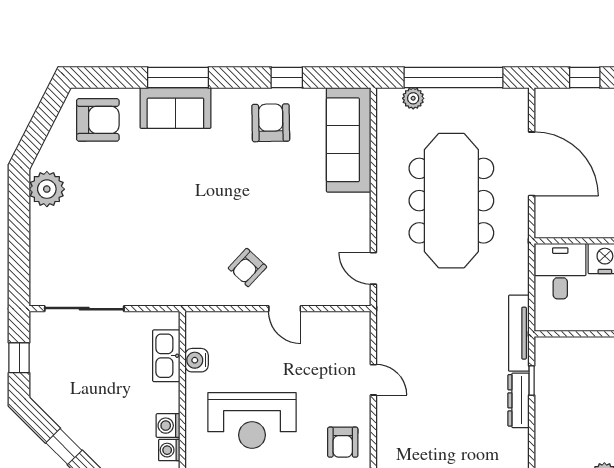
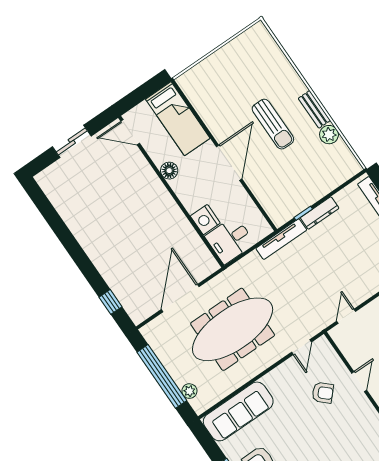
armchair: (247, 268) -> (323, 393), moved
door: (373, 380) -> (346, 316), moved

